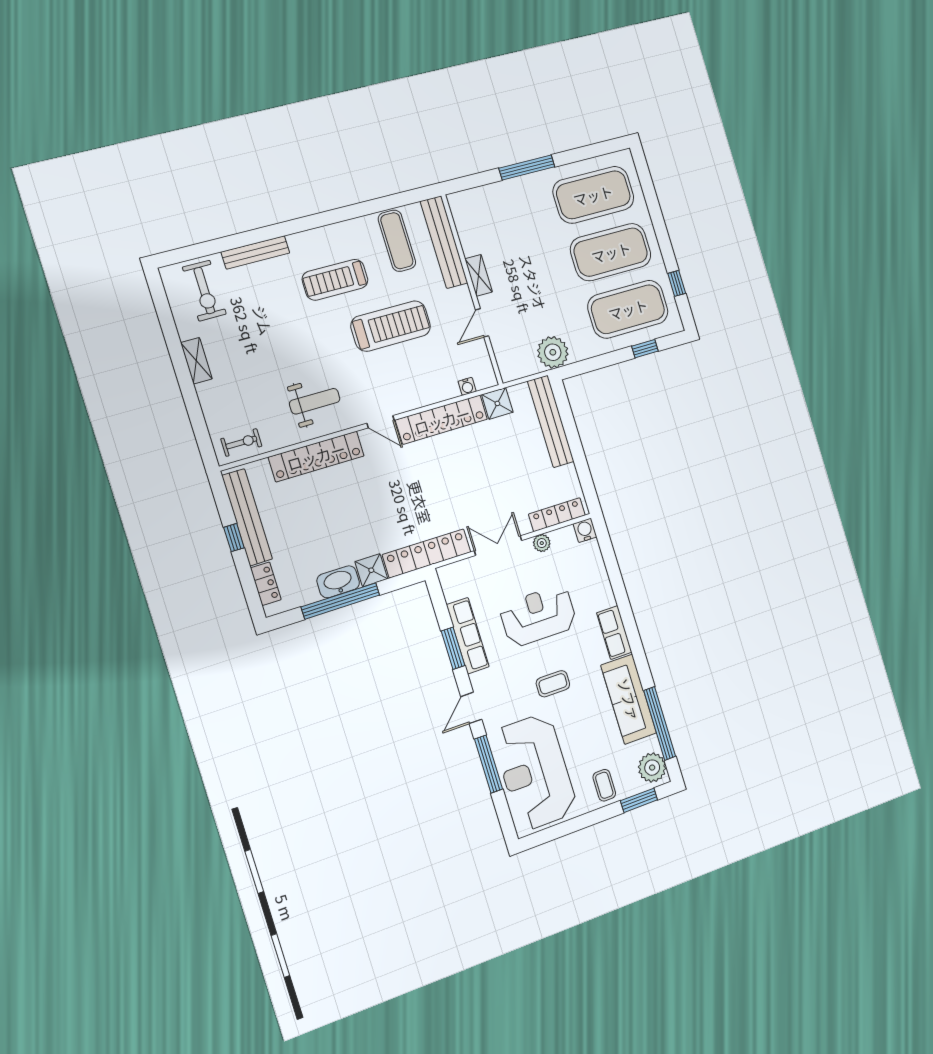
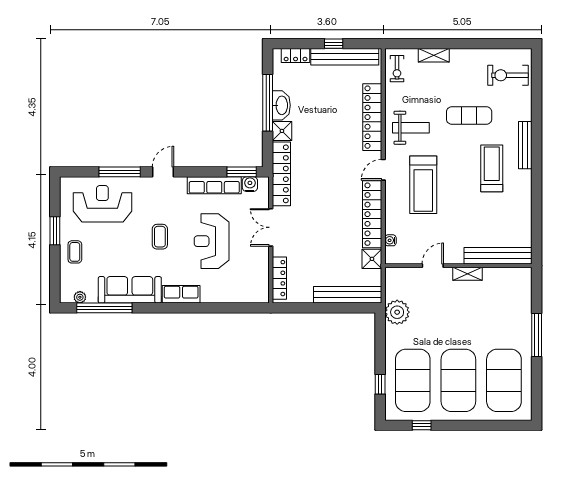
exercise mat: (397, 241) -> (469, 116), moved
bench: (256, 252) -> (525, 145), moved
door: (482, 323) -> (433, 266), hinge flipped
treadmill: (391, 326) -> (423, 185), moved
shelving: (196, 361) -> (434, 55), moved
weight bench: (315, 401) -> (411, 128), turned -90
water cooler: (585, 530) -> (250, 184), moved, turned -90
plant: (542, 543) -> (262, 260), removed
double door: (498, 546) -> (271, 227), swing flipped
reception desk: (538, 616) -> (212, 241), turned 180
window: (453, 648) -> (242, 172), moved
door: (471, 708) -> (163, 172), hinge flipped
plant: (652, 768) -> (80, 297), width x0.53, depth x0.53
reception desk: (535, 772) -> (102, 204), width x0.74, depth x0.77
coffee table: (604, 785) -> (75, 252), turned 90
window: (639, 800) -> (55, 231), moved

